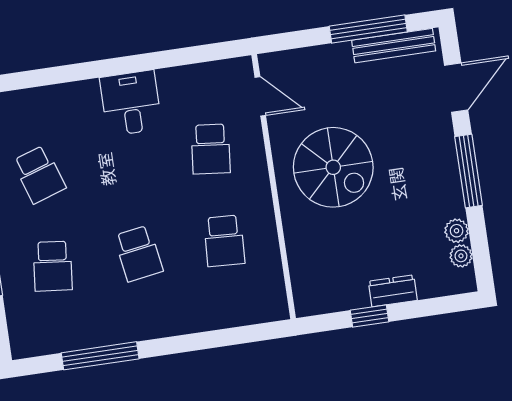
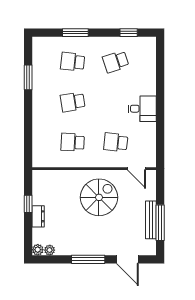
bench: (394, 46) -> (151, 220), moved
door: (260, 96) -> (137, 169), hinge flipped
spiral stairs: (333, 167) -> (99, 197), turned 180
plant: (457, 231) -> (38, 250), moved
window: (100, 356) -> (28, 77), width x0.69

